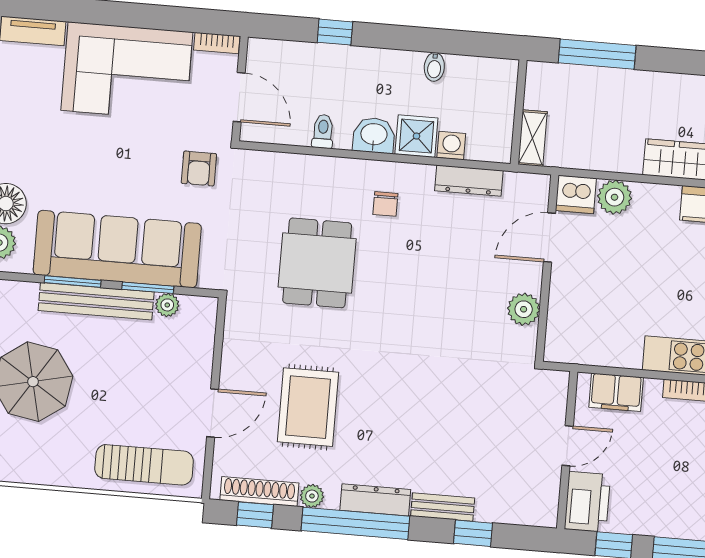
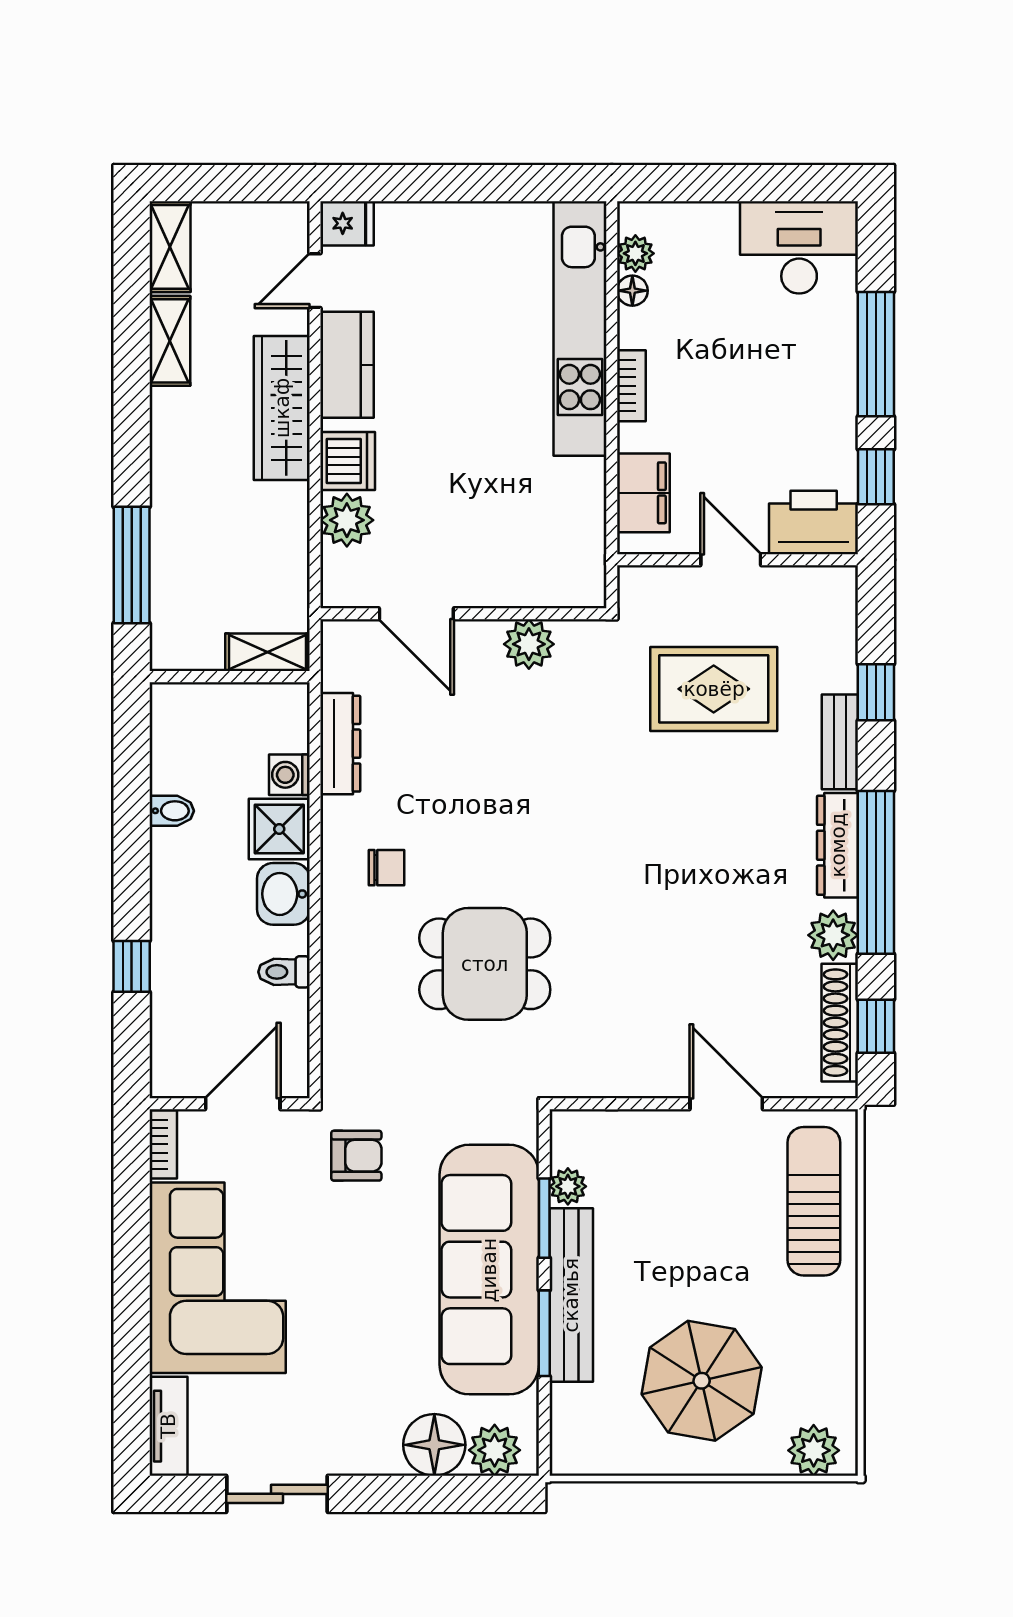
dishwasher: (576, 194) -> (348, 461), moved
rug: (308, 407) -> (714, 689), moved
plant: (312, 496) -> (833, 935), width x1.38, depth x1.38

